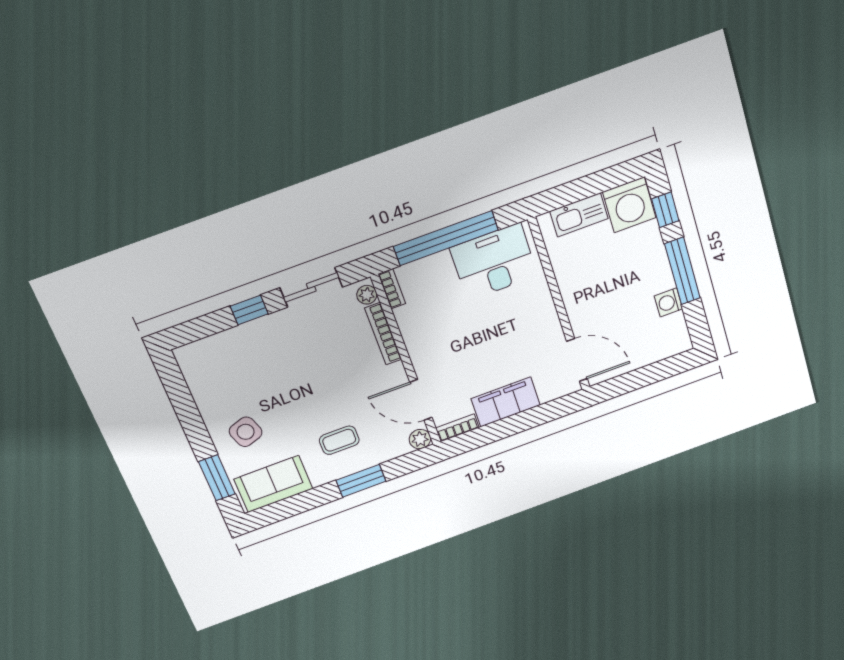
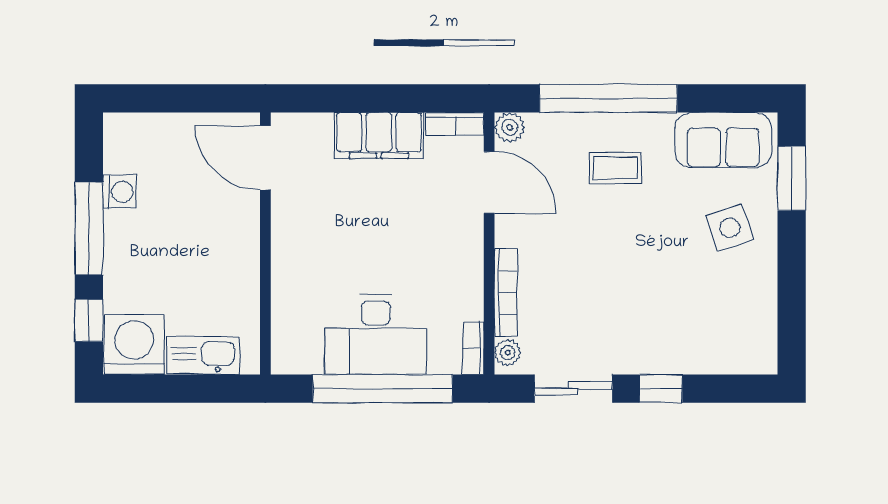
desk: (494, 262) -> (376, 335), moved
window: (361, 481) -> (608, 98), width x2.11

